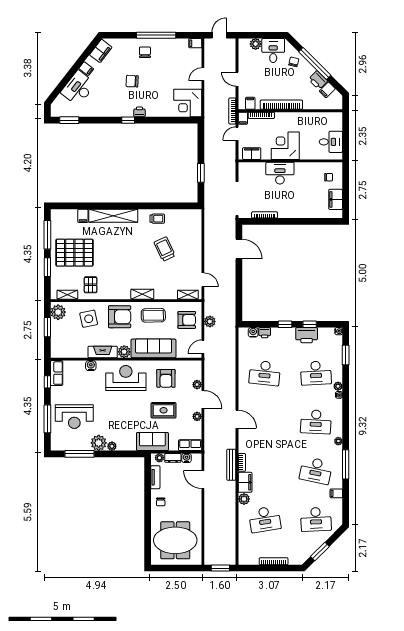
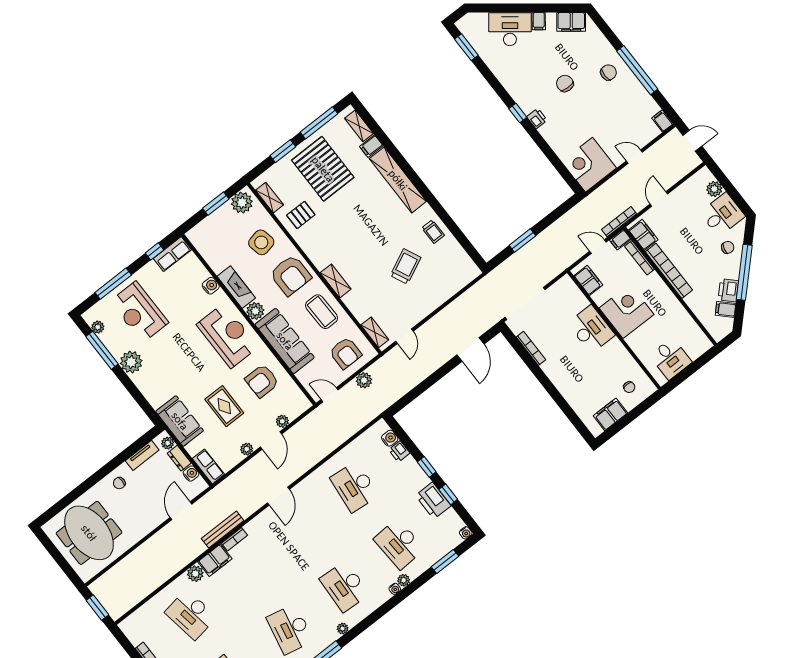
filing cabinet: (250, 103) -> (643, 235), width x2.00
shelving: (66, 214) -> (359, 126), added
plant: (112, 446) -> (98, 327), moved

